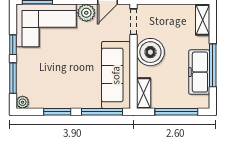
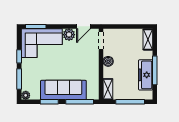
boiler: (150, 52) -> (108, 61), width x0.54, depth x0.54
sofa: (116, 75) -> (63, 90), moved, turned 90

